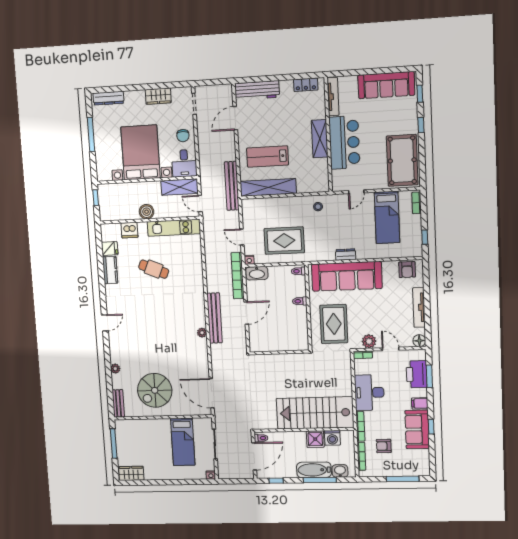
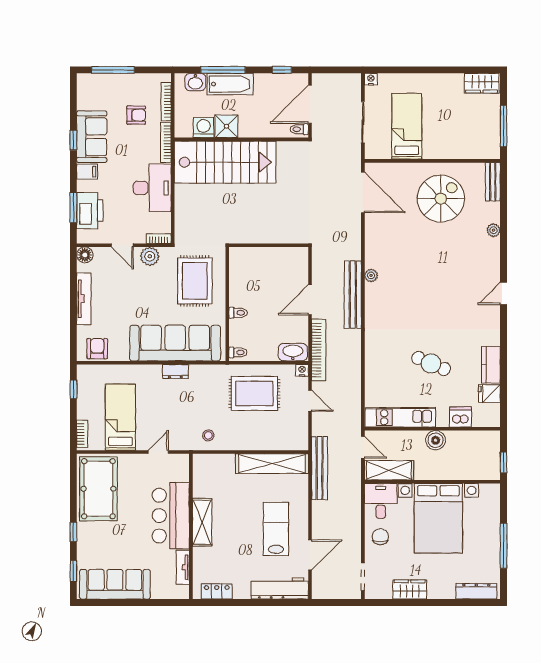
tv unit: (333, 97) -> (183, 567), width x0.71
lab bench: (268, 157) -> (276, 529), moved, turned -90

